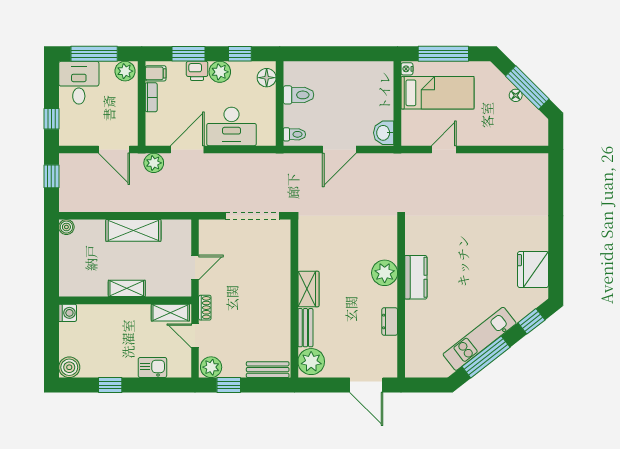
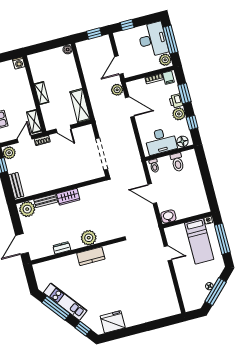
desk: (79, 83) -> (153, 39), width x1.37
desk: (231, 126) -> (161, 141), moved, turned -90
shelving: (133, 230) -> (80, 106), moved

